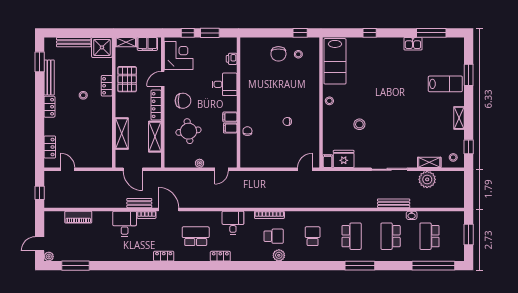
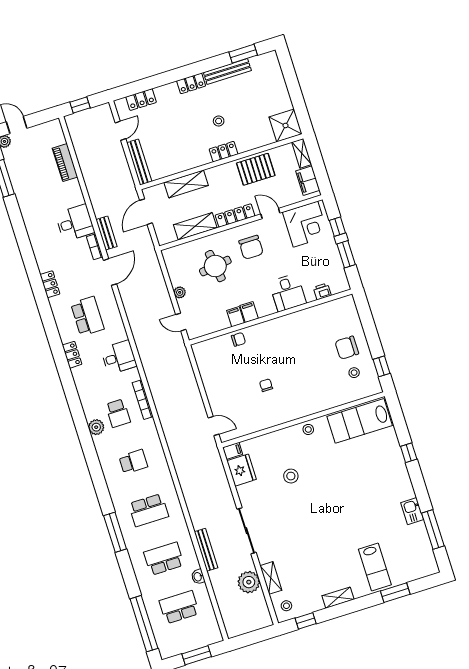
bench: (74, 42) -> (139, 162), moved
locker: (107, 86) -> (224, 152), moved

